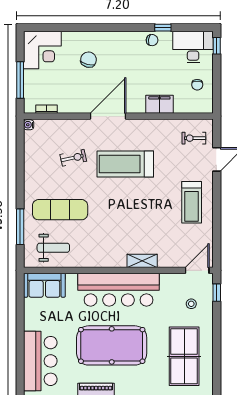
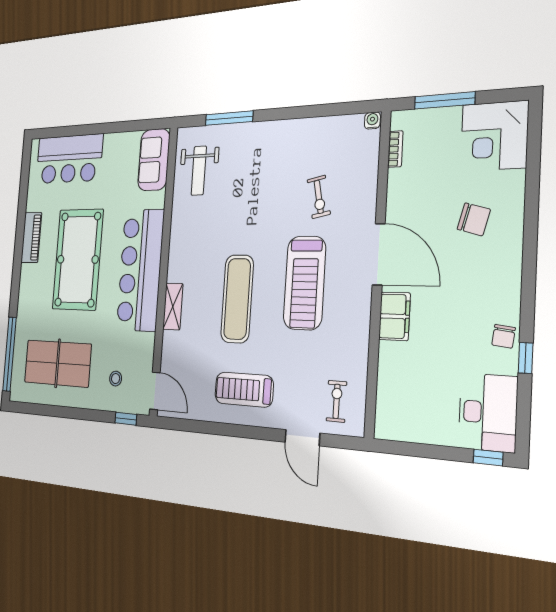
chair: (197, 85) -> (422, 415), removed
filing cabinet: (159, 104) -> (394, 316), moved
treadmill: (125, 164) -> (305, 283), turned 180
exercise mat: (60, 210) -> (237, 299), moved

